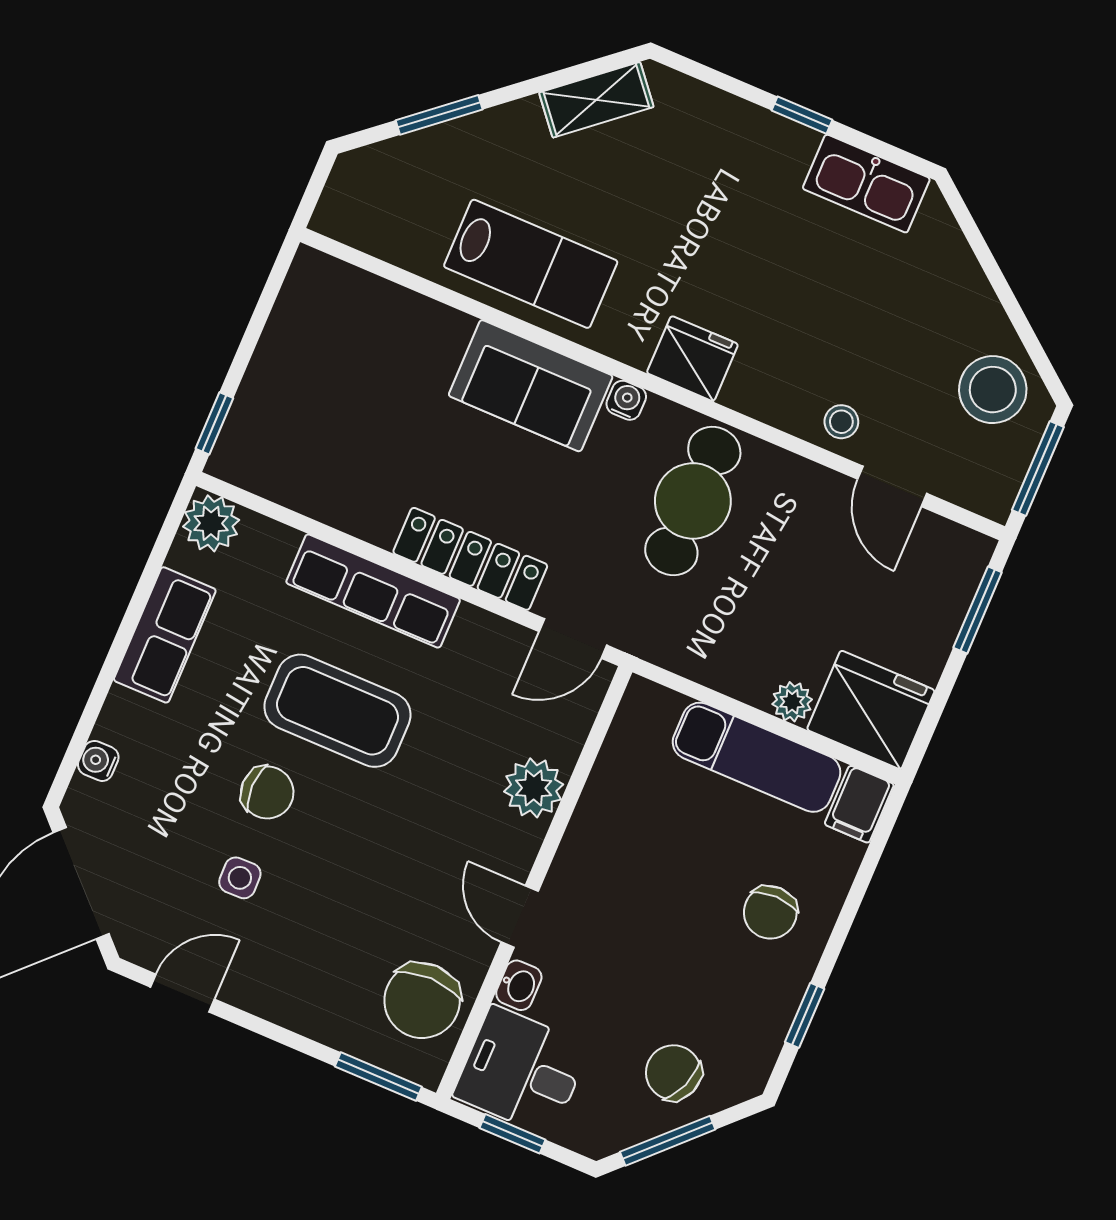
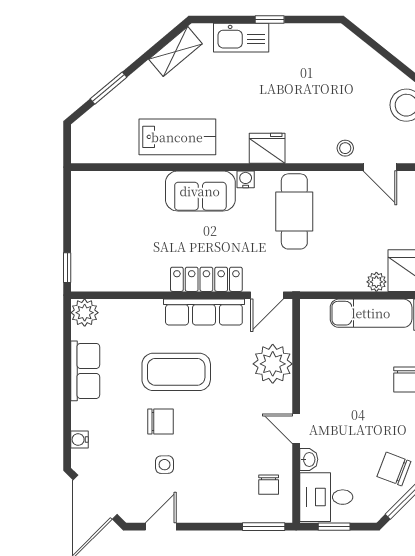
kitchen sink: (866, 184) -> (241, 38), moved
row of seats: (373, 591) -> (204, 312), moved
plant: (534, 788) -> (273, 364), width x1.36, depth x1.36
chair: (422, 1001) -> (269, 485), width x0.54, depth x0.54

